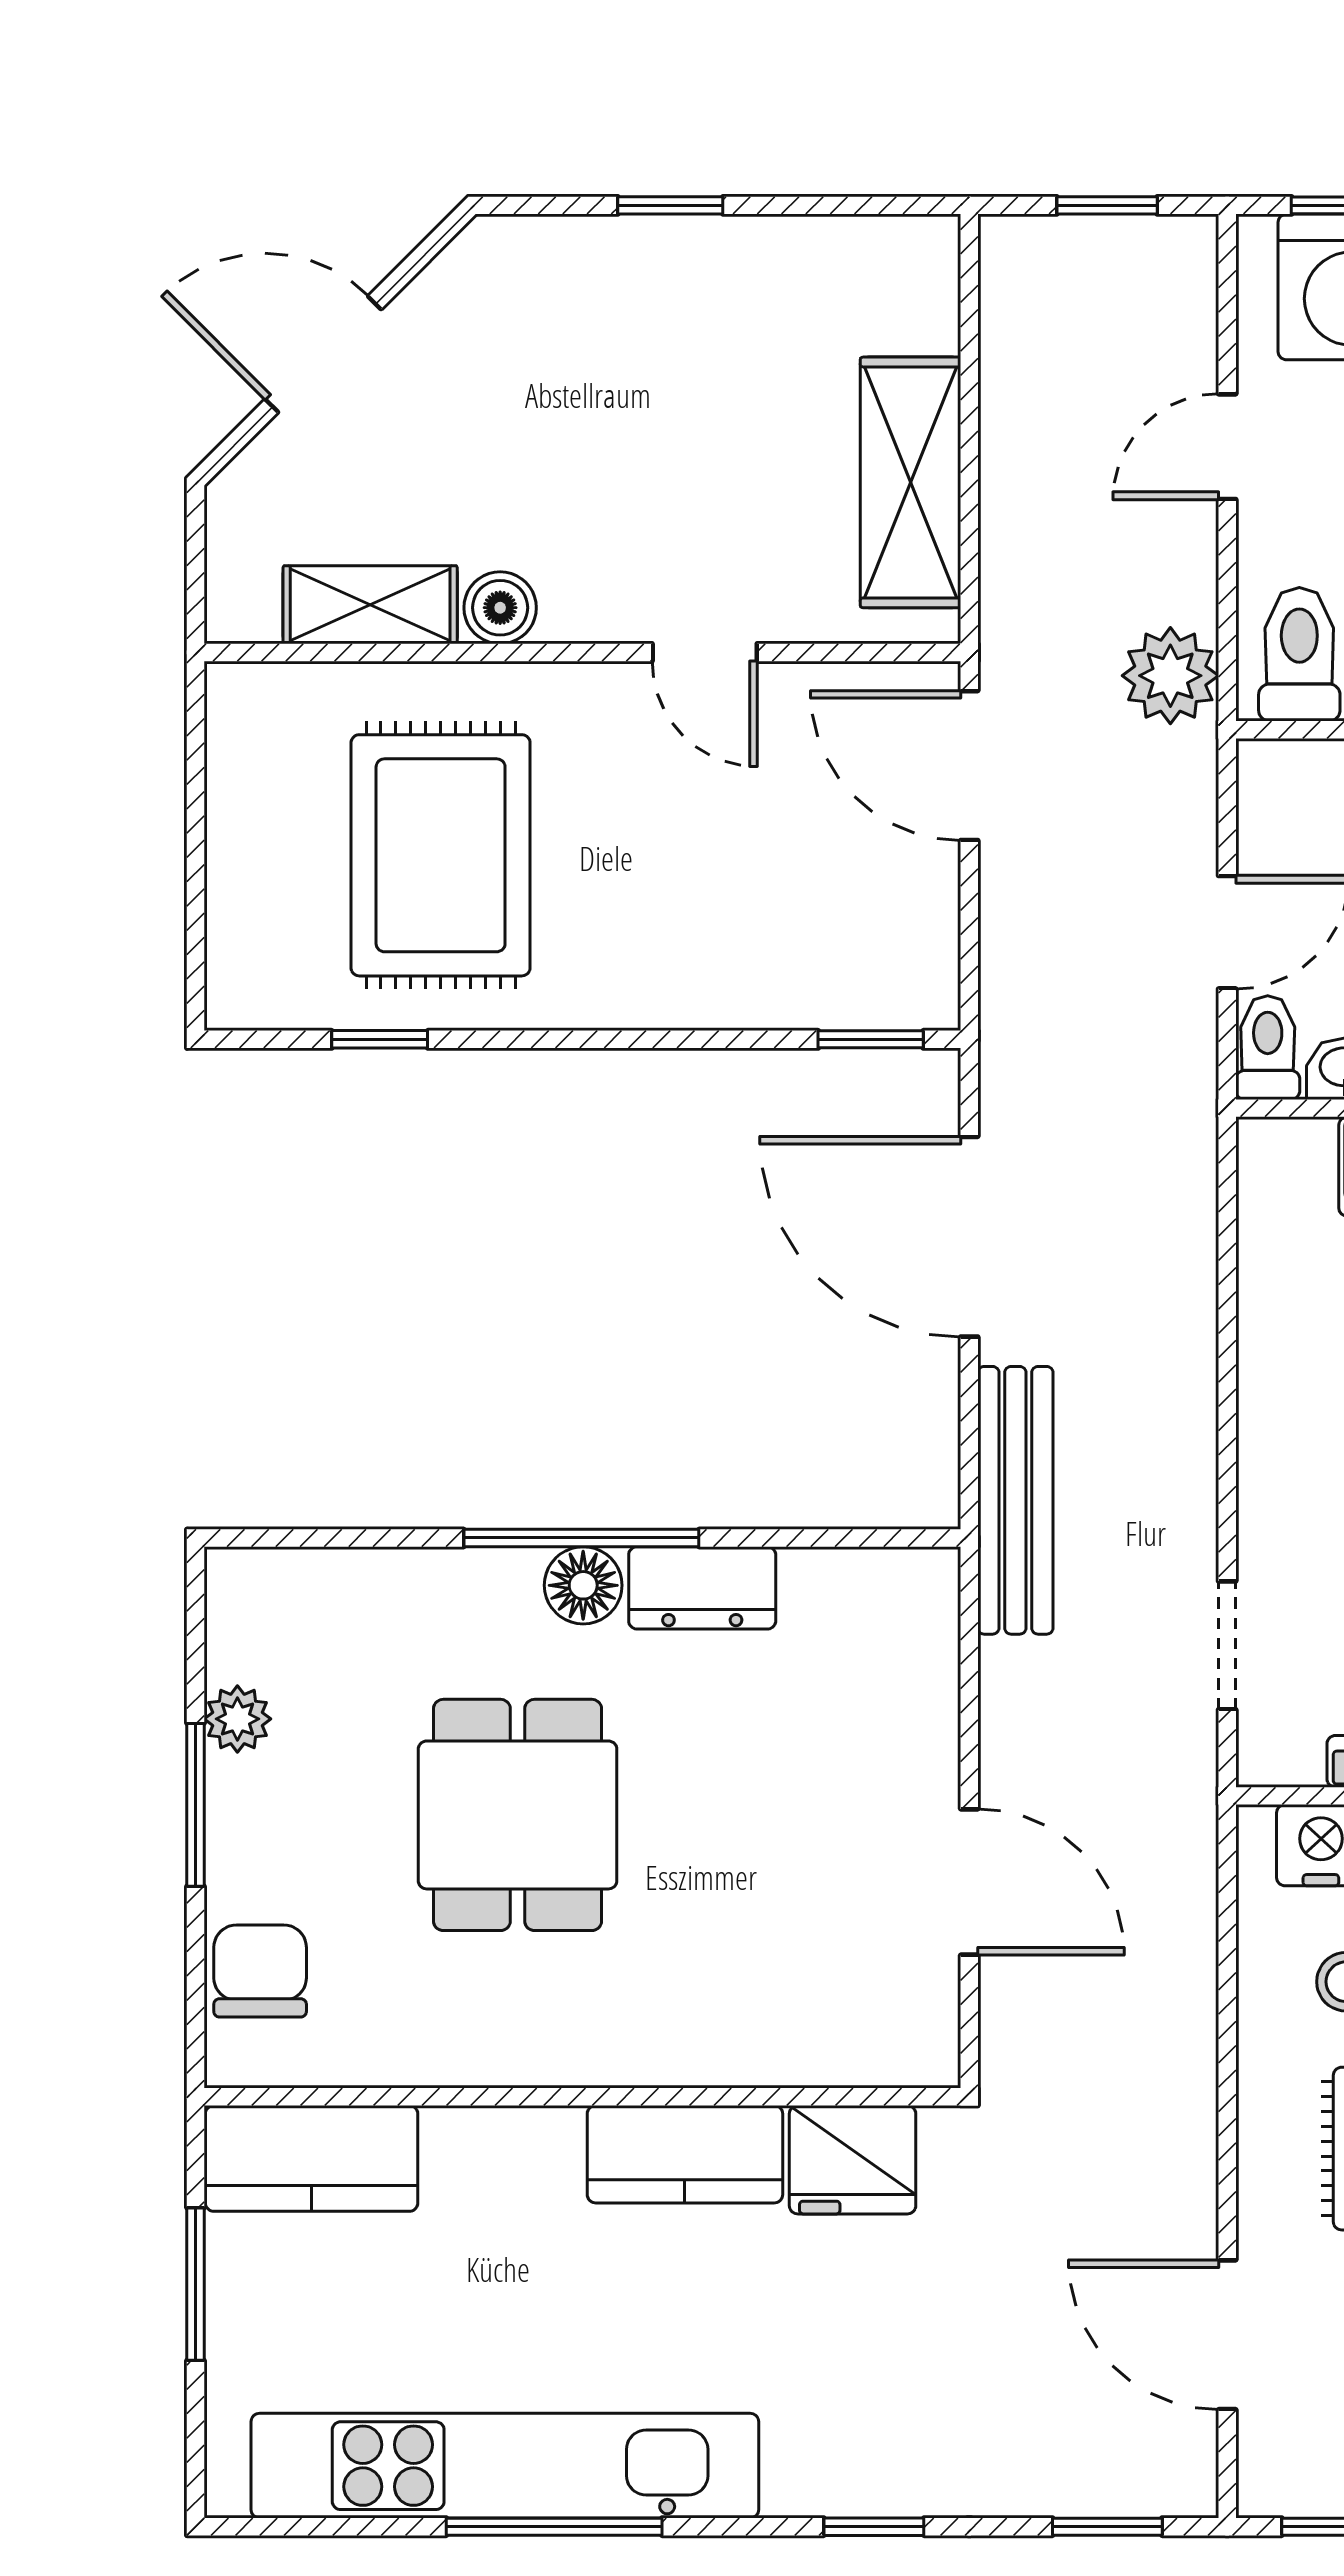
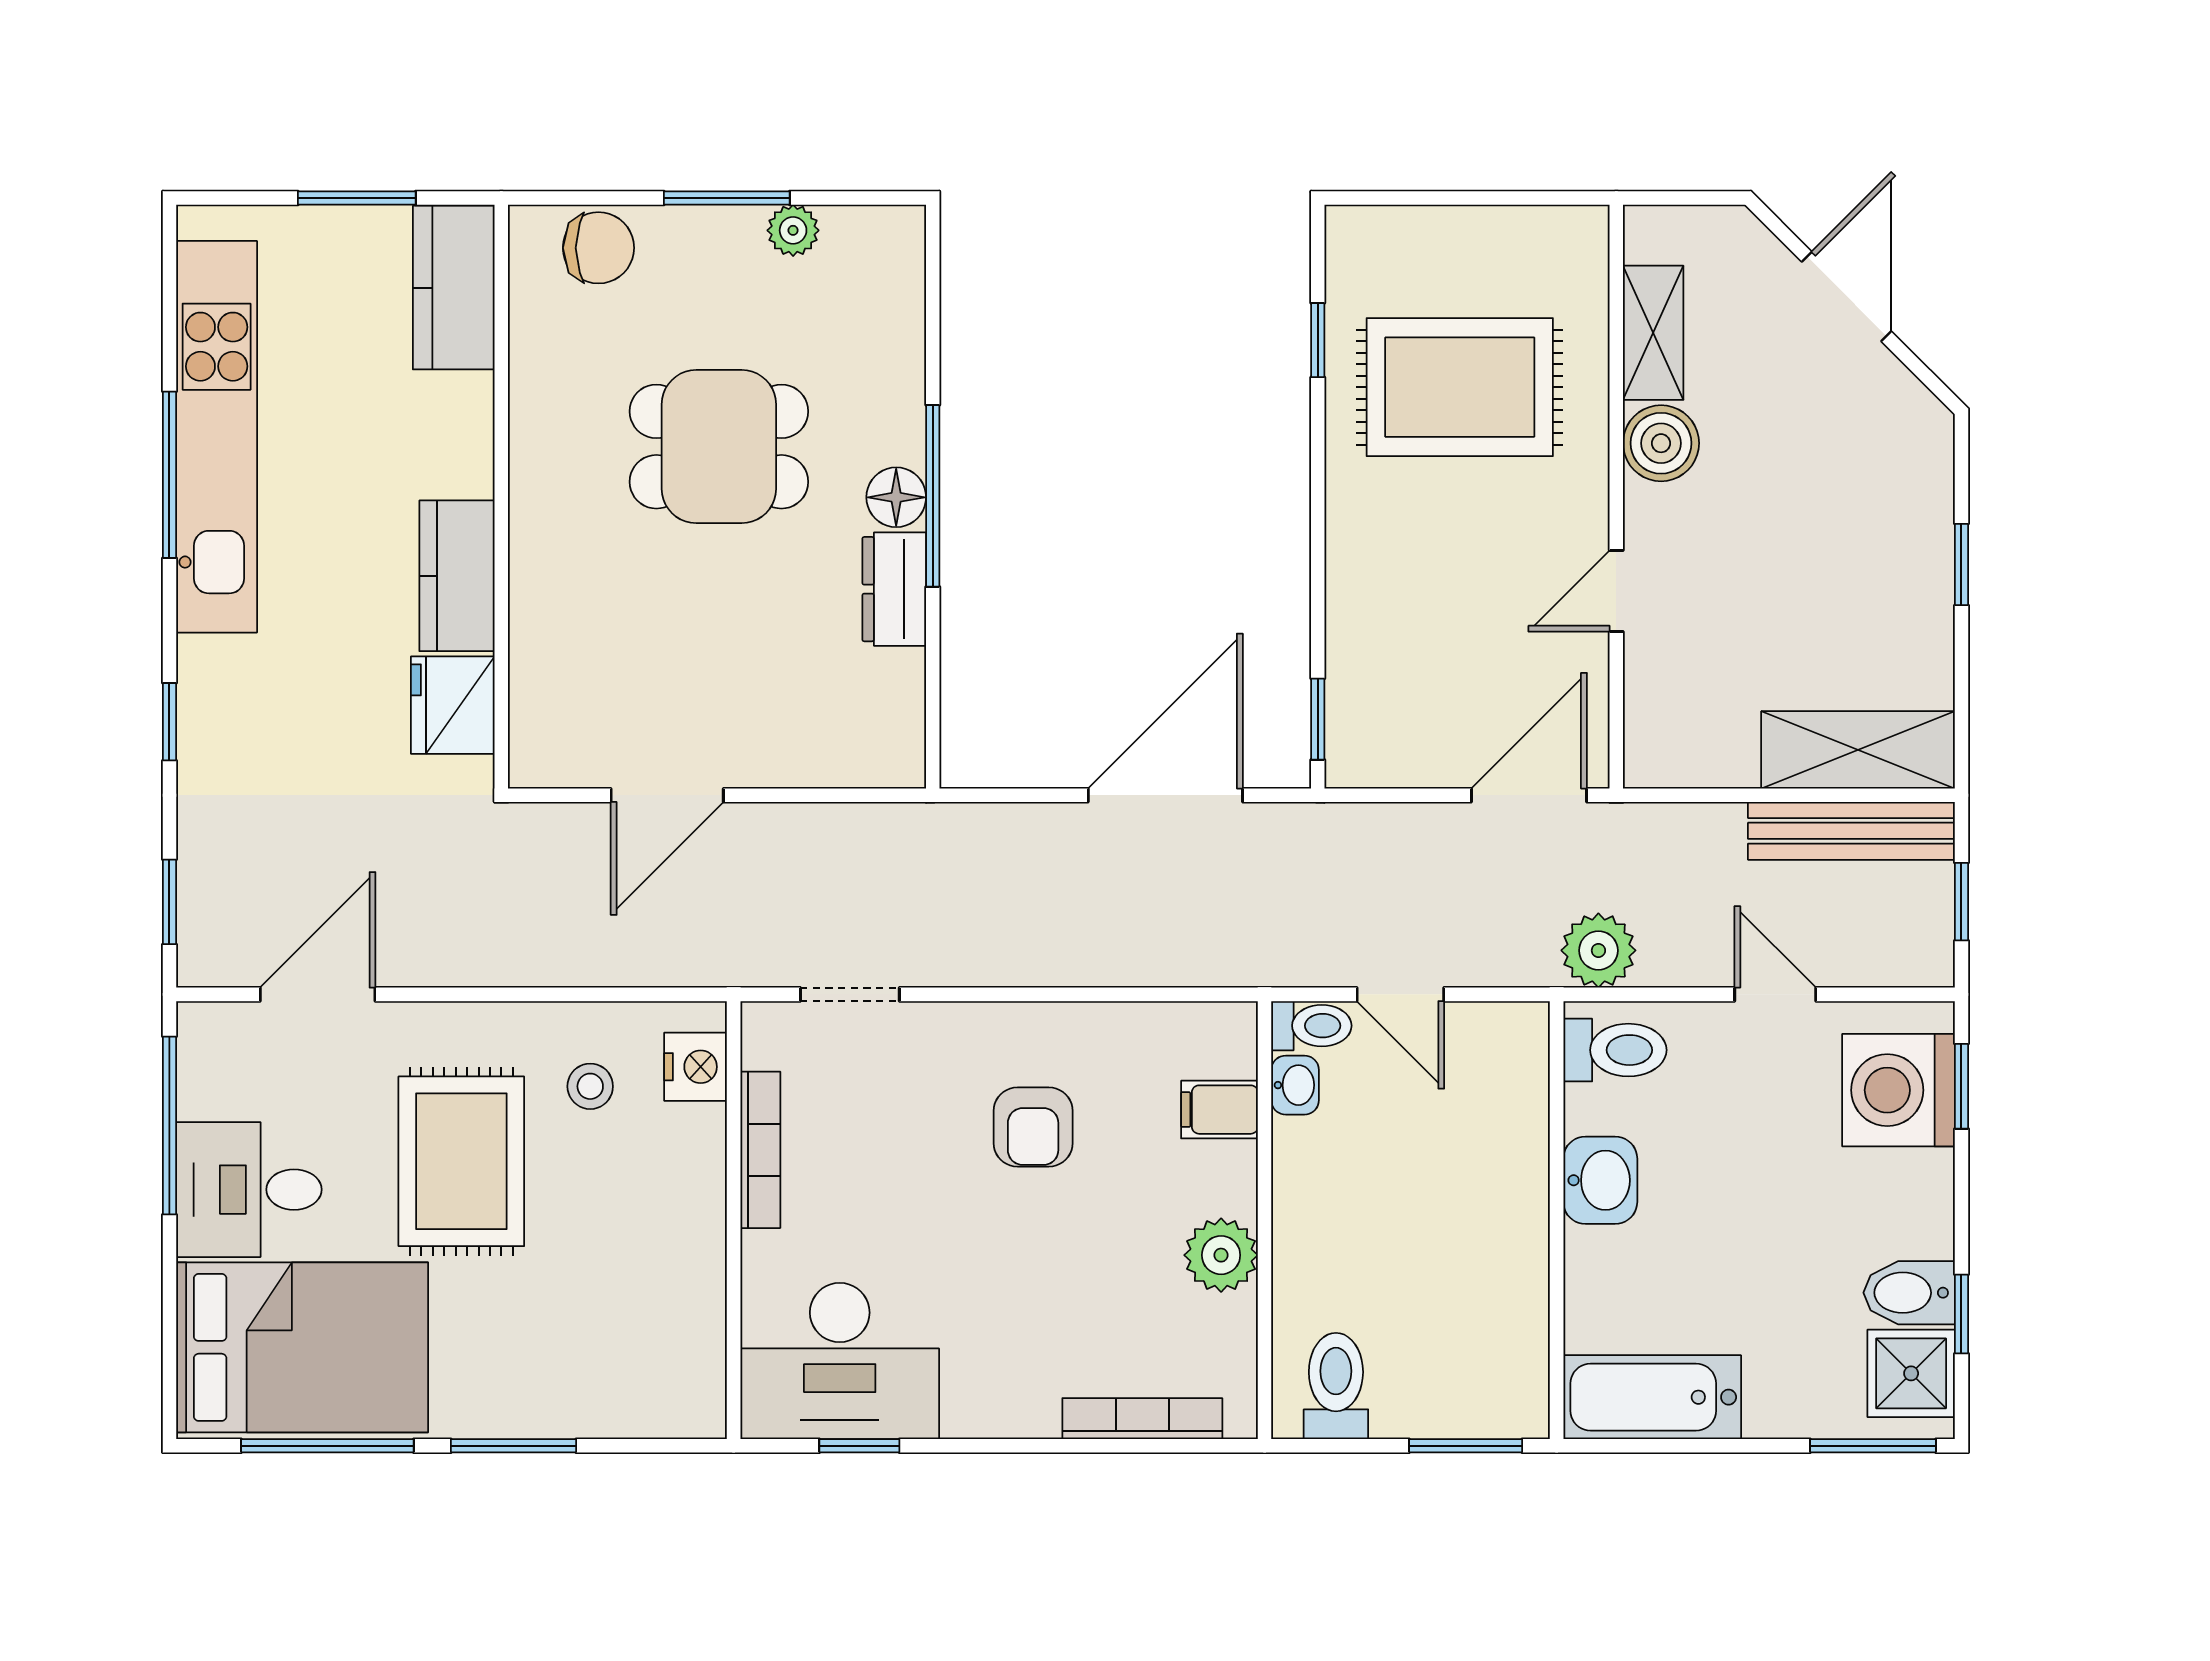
shelving: (910, 482) -> (1858, 750), moved
boiler: (500, 608) -> (1661, 443), width x1.36, depth x1.36
bench: (1015, 1500) -> (1851, 831), moved

